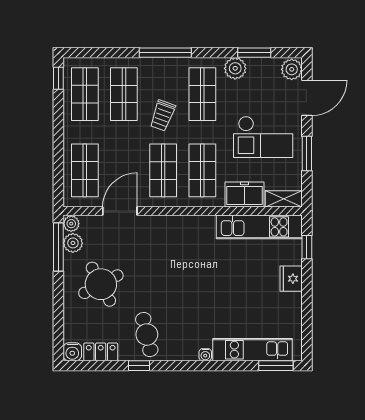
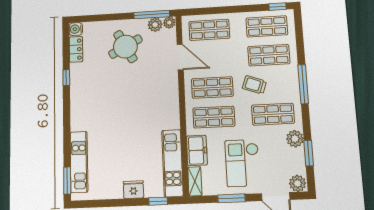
cafe table: (147, 335) -> (89, 82), removed
water cooler: (205, 355) -> (75, 126), removed

